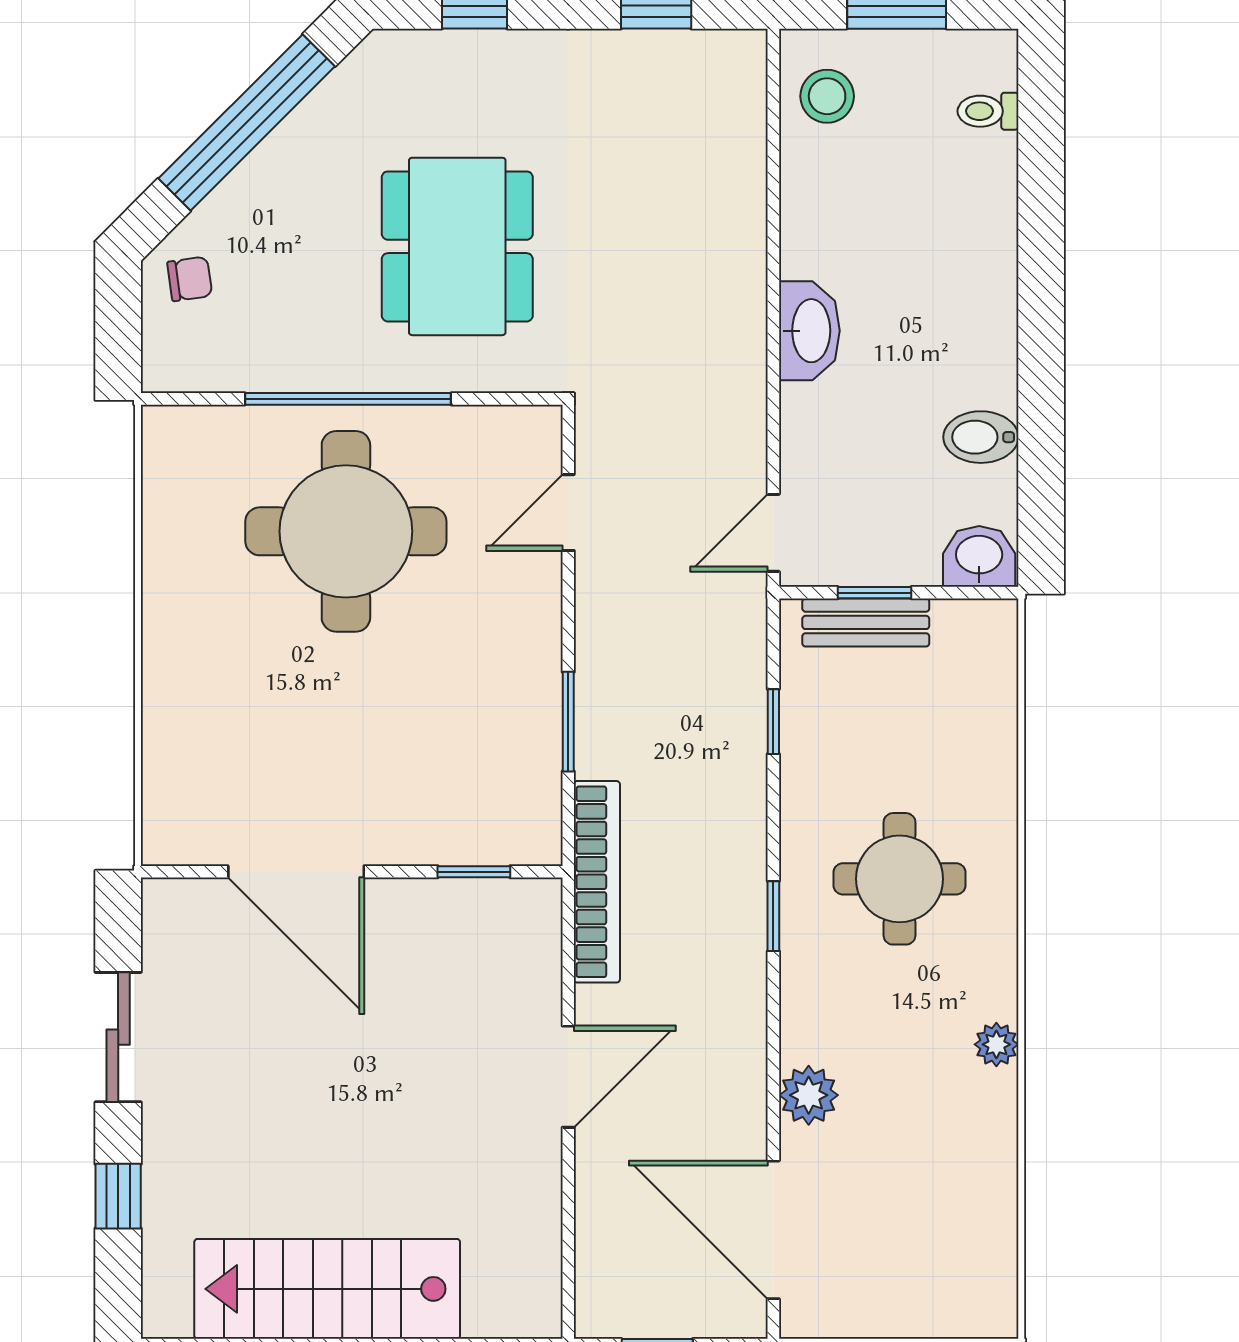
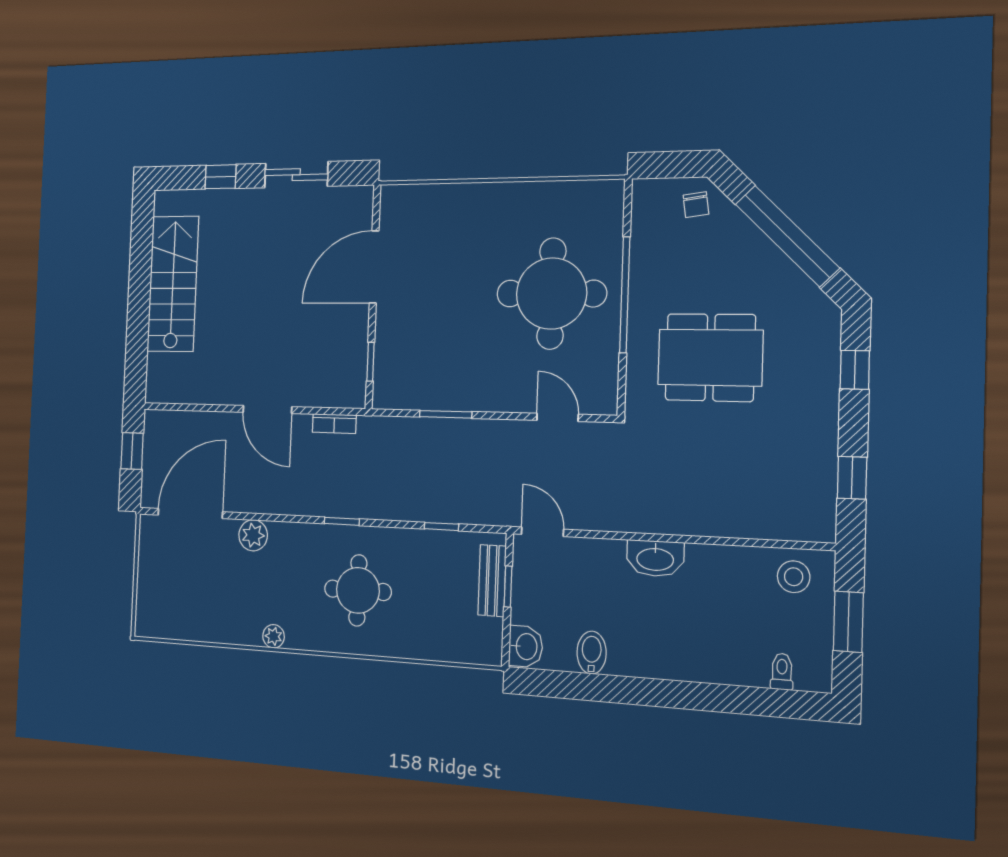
bookcase: (597, 882) -> (334, 424), width x0.43, depth x0.76

